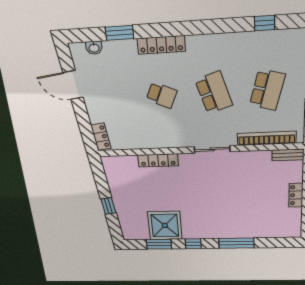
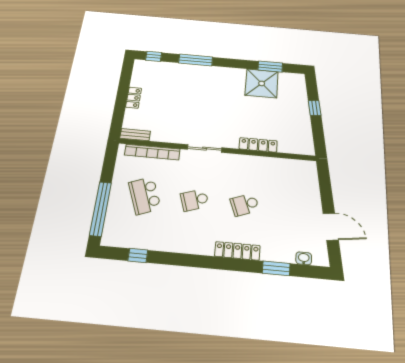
school desk: (267, 90) -> (145, 196), turned -36
school desk: (214, 93) -> (195, 200), width x0.54
school desk: (162, 95) -> (245, 205), turned -45
locker: (101, 137) -> (311, 174), removed
window: (193, 244) -> (154, 56), moved

